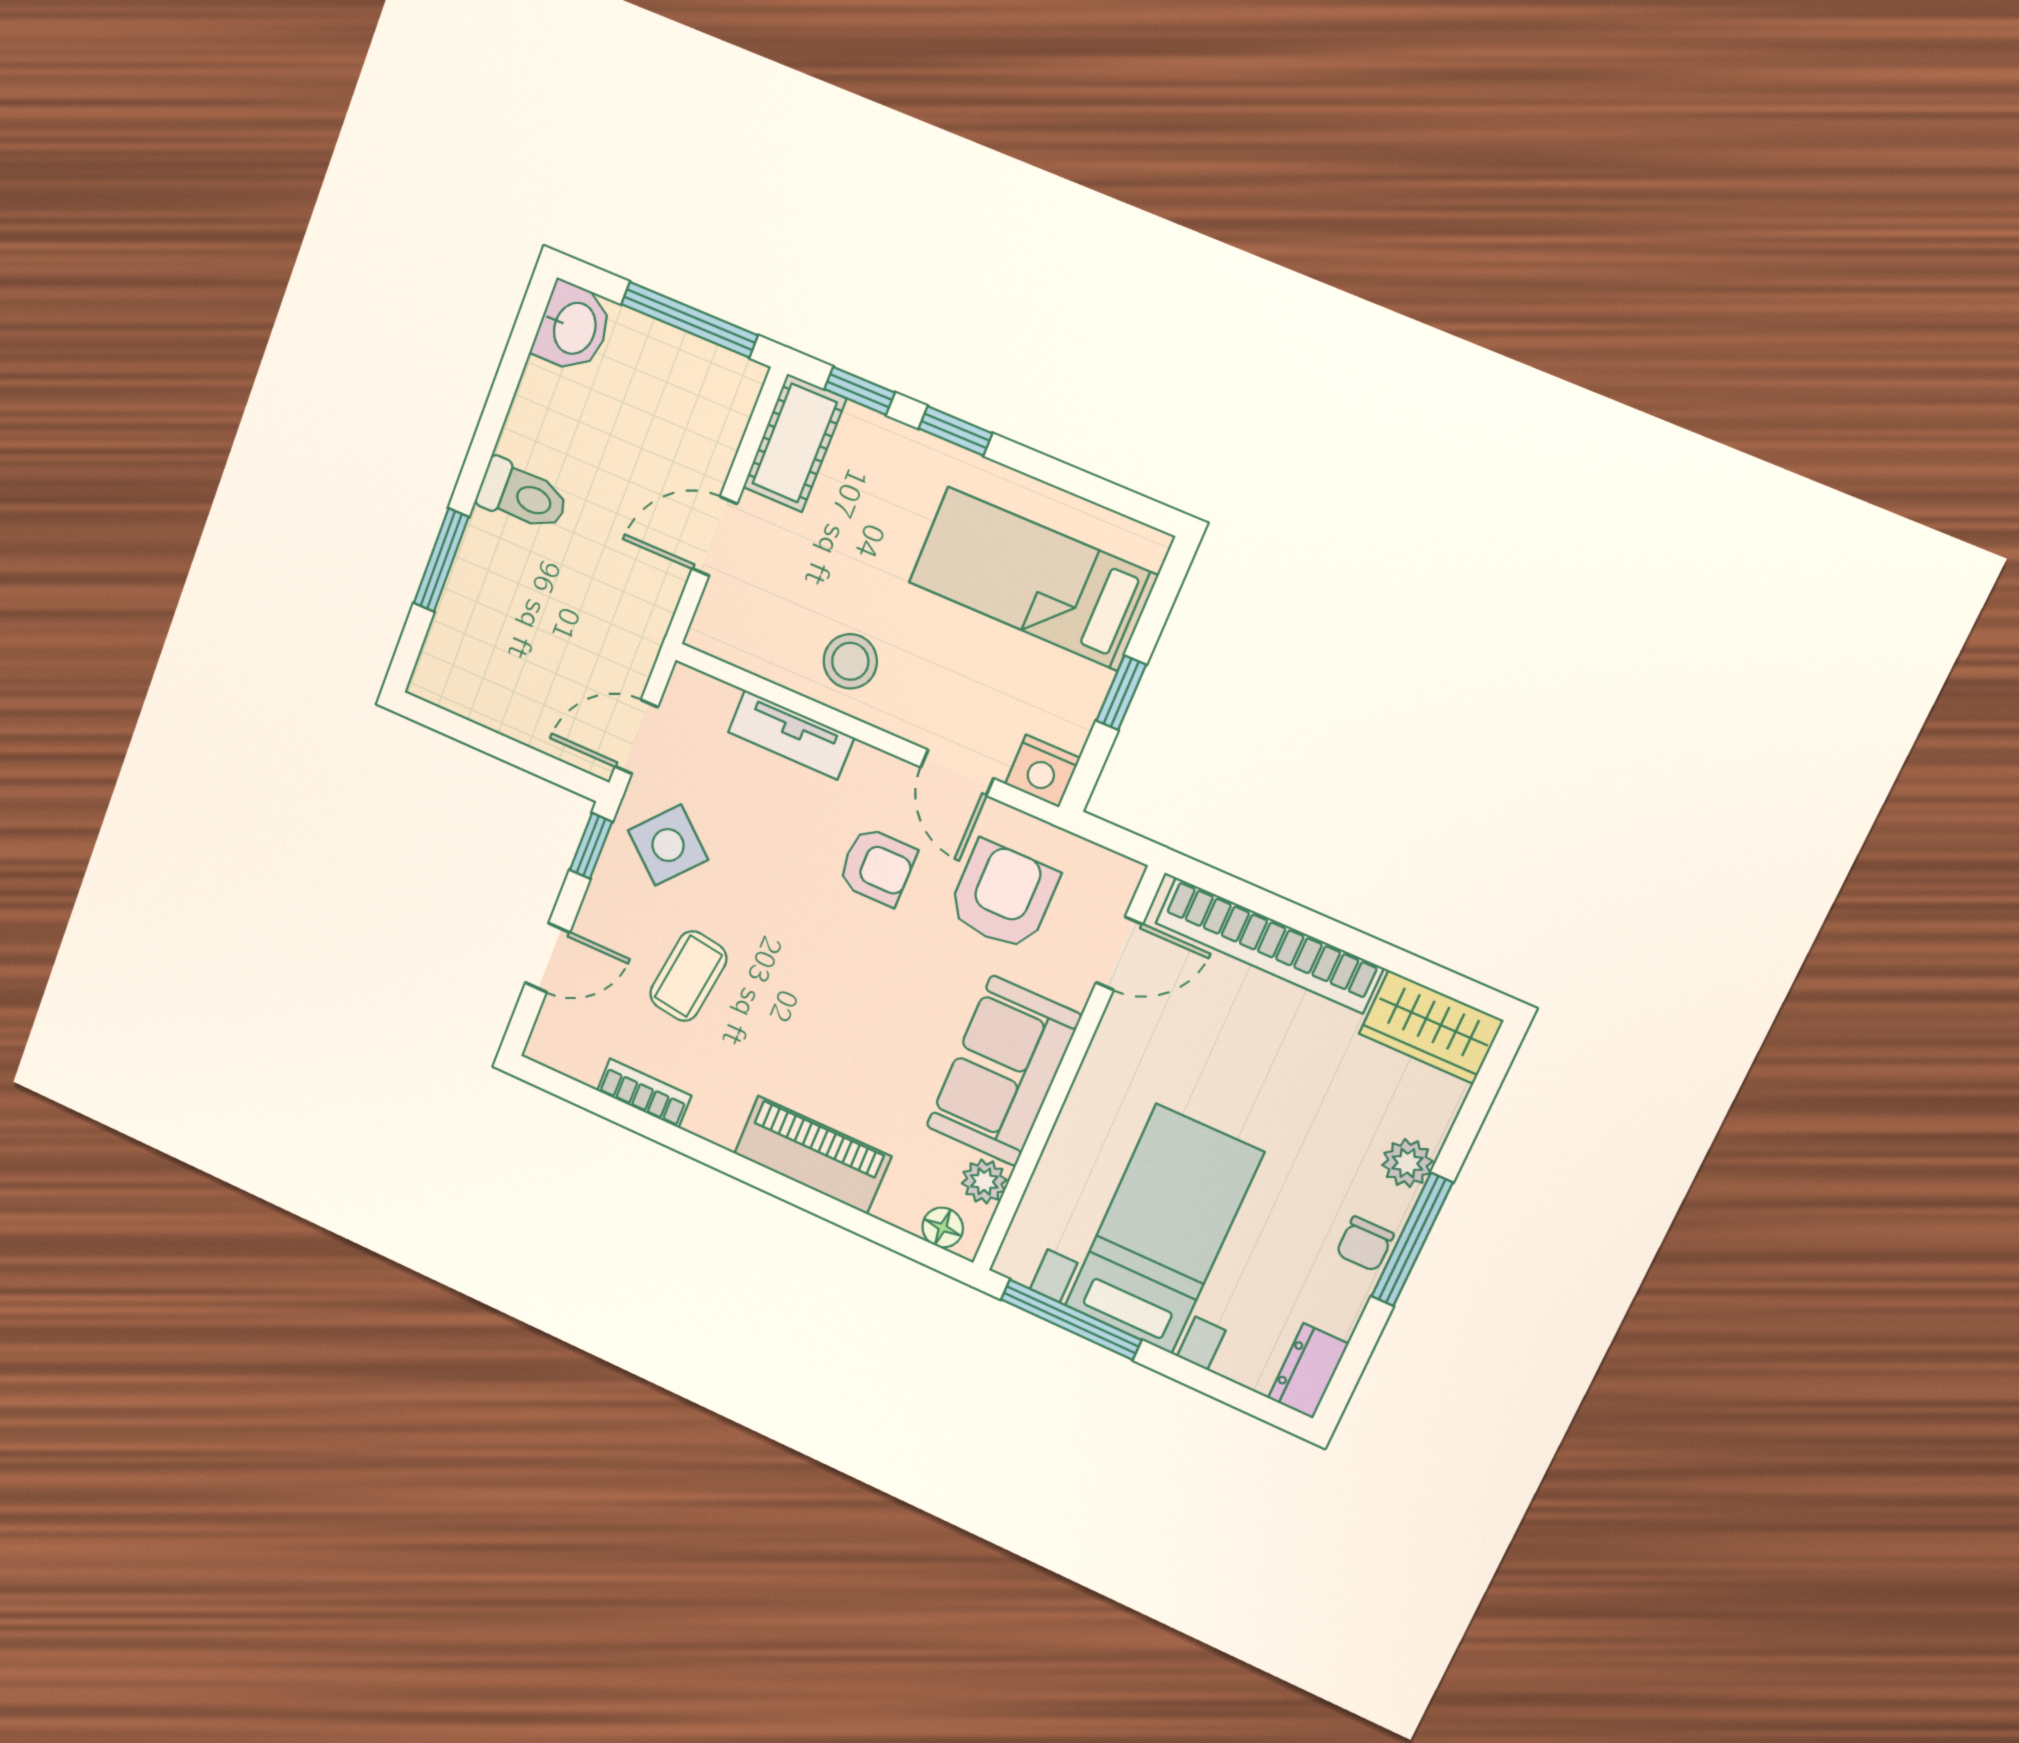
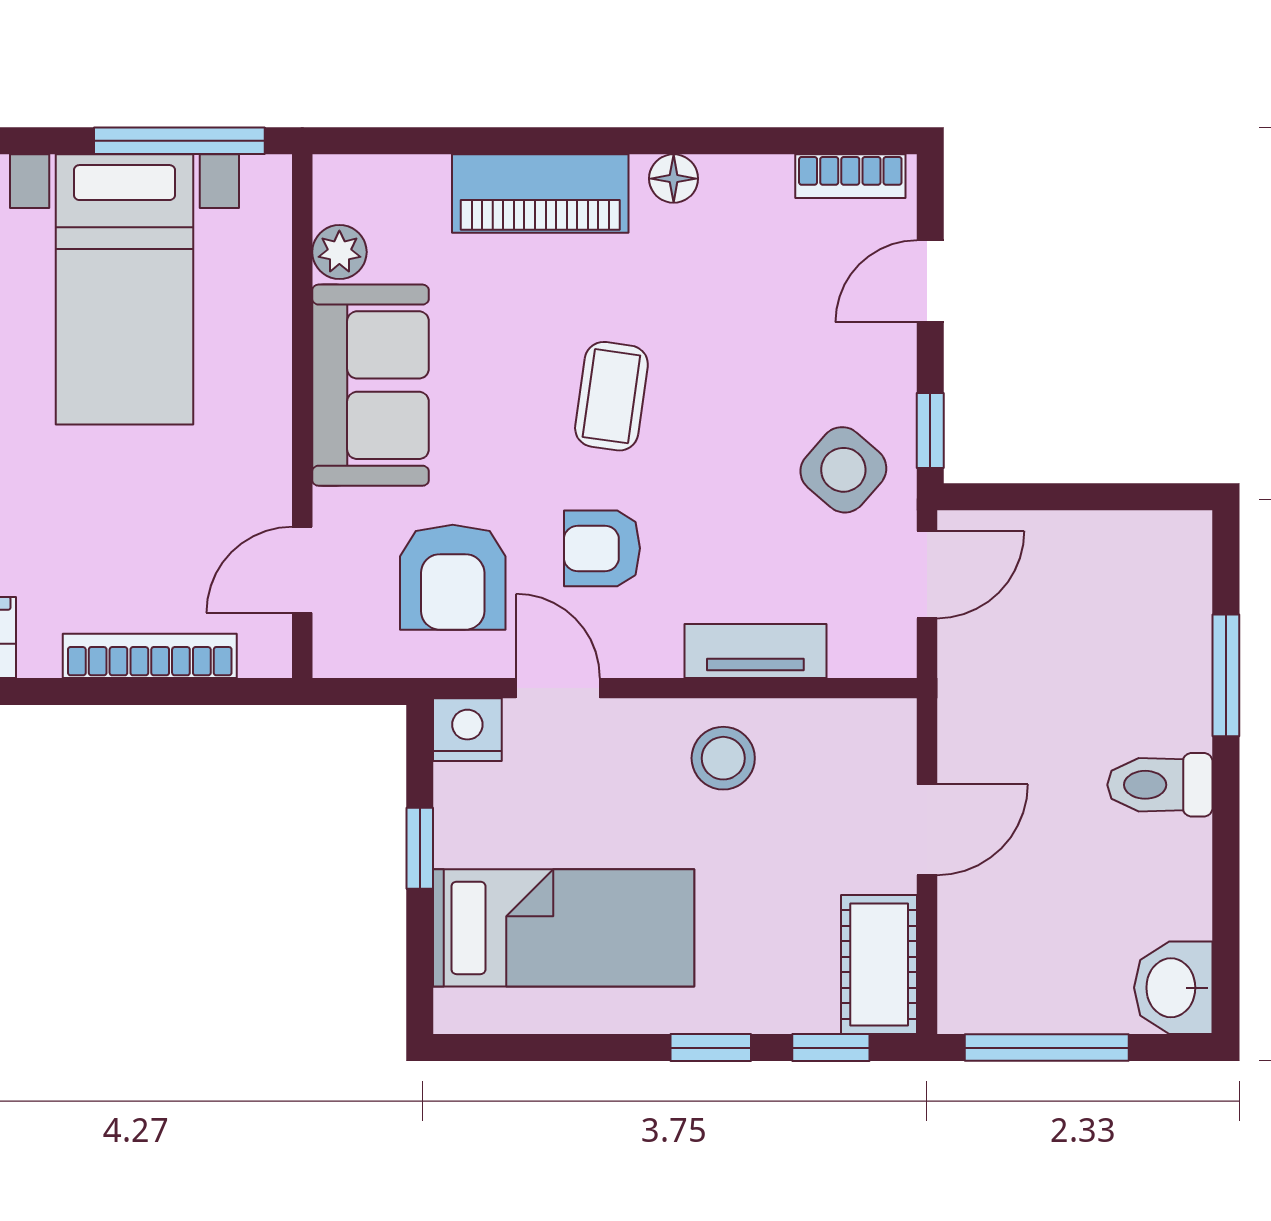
bookcase: (1269, 945) -> (150, 656), width x0.68, depth x0.76
coffee table: (688, 976) -> (611, 396), moved
bookcase: (644, 1093) -> (850, 176), moved
floor lamp: (943, 1227) -> (674, 179), moved

